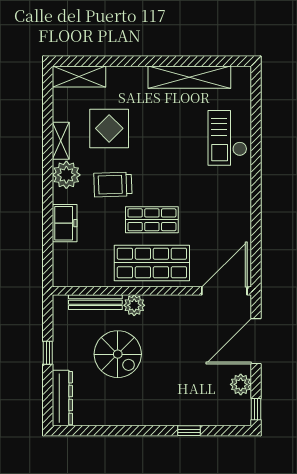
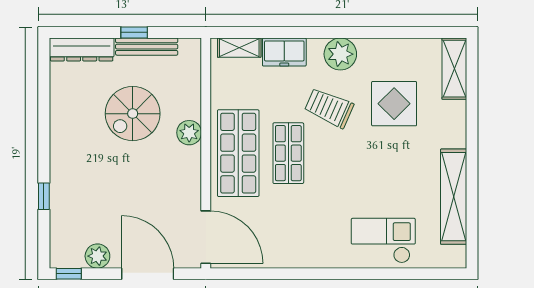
shelving: (61, 141) -> (239, 48), moved
trolley: (113, 185) -> (329, 108), turned -64
bench: (95, 302) -> (147, 47), moved, turned 90

